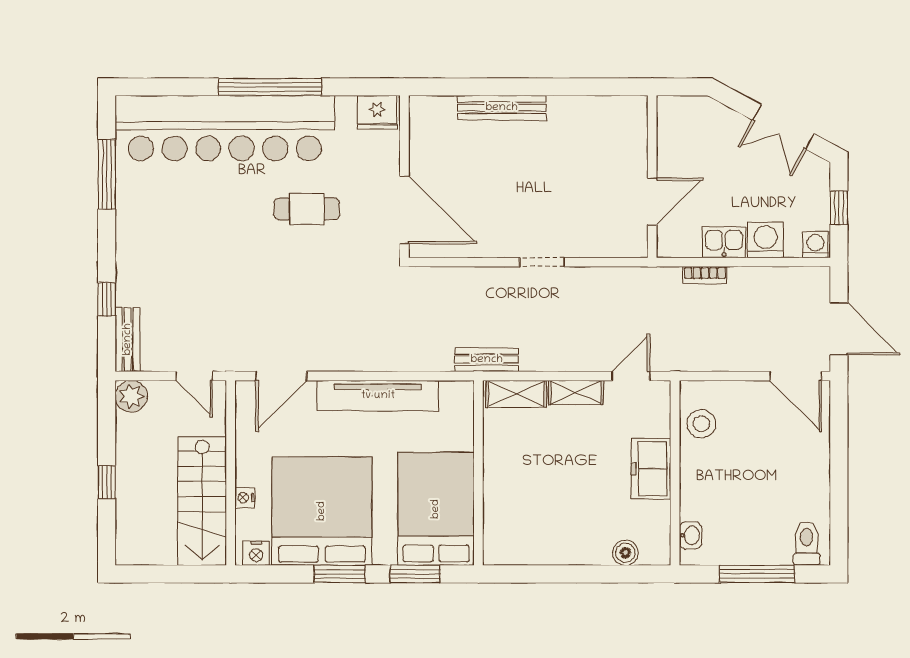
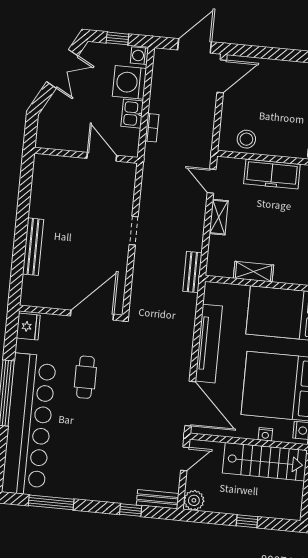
washing machine: (766, 240) -> (129, 82), width x1.37, depth x1.37
door: (281, 376) -> (190, 404), width x1.36
shelving: (516, 394) -> (254, 272), moved, turned 90
freezer: (651, 469) -> (272, 174), width x1.40

